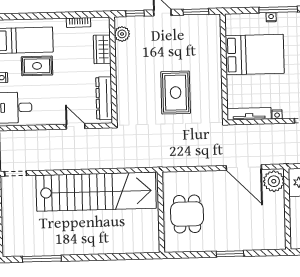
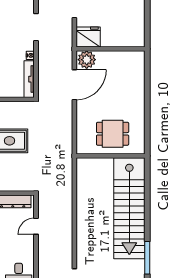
stairs: (96, 192) -> (129, 208), moved, turned 180
window: (230, 254) -> (147, 98), removed

